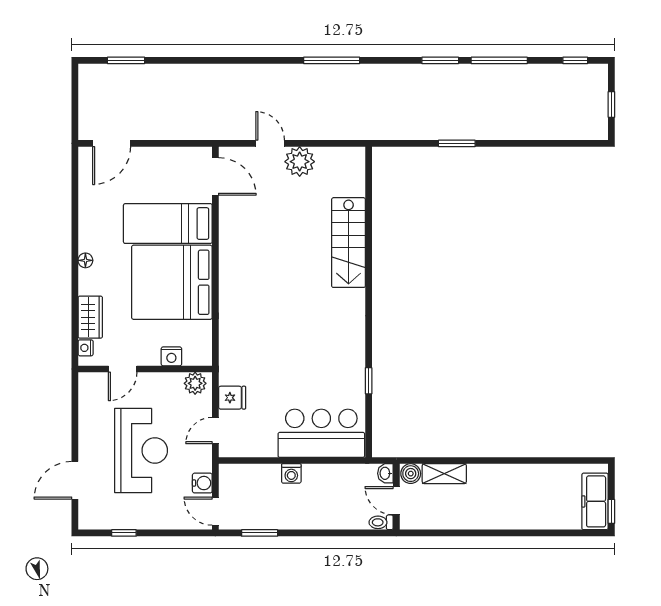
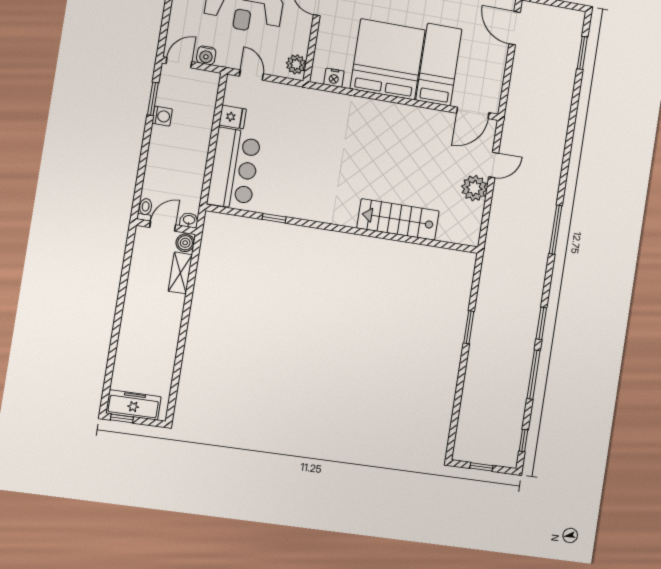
nightstand: (171, 356) -> (334, 78), moved, turned -90
fridge: (232, 398) -> (233, 117), moved, turned -90
washing machine: (291, 473) -> (162, 116), moved, turned 180

